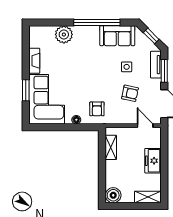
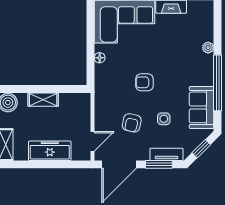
plant: (64, 34) -> (208, 48), width x0.53, depth x0.53
armchair: (97, 109) -> (144, 82), moved
shelving: (111, 147) -> (43, 100), moved
freezer: (153, 161) -> (50, 151), width x1.40

